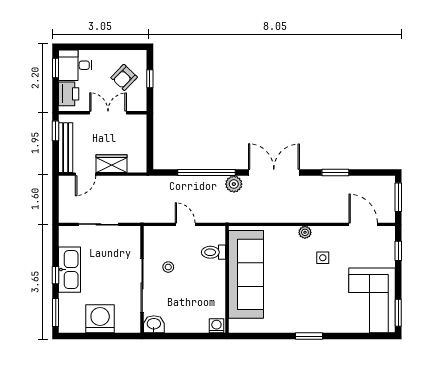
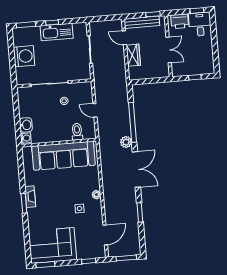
armchair: (124, 77) -> (194, 59), removed
door: (185, 224) -> (95, 110), swing flipped
washbasin: (154, 324) -> (26, 125), moved
fireplace: (300, 326) -> (30, 197), added

